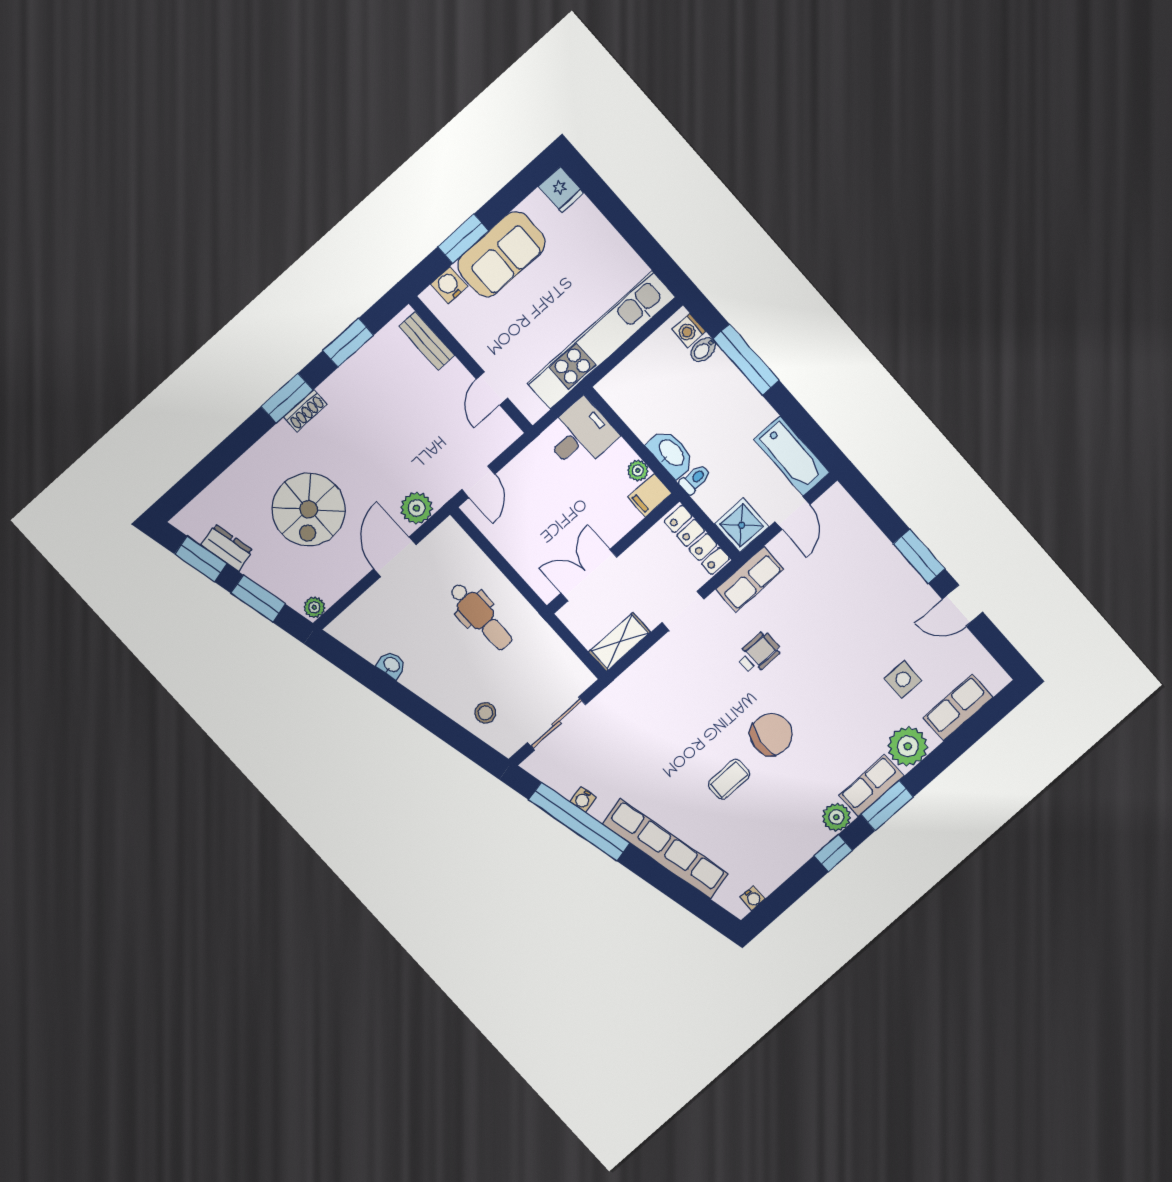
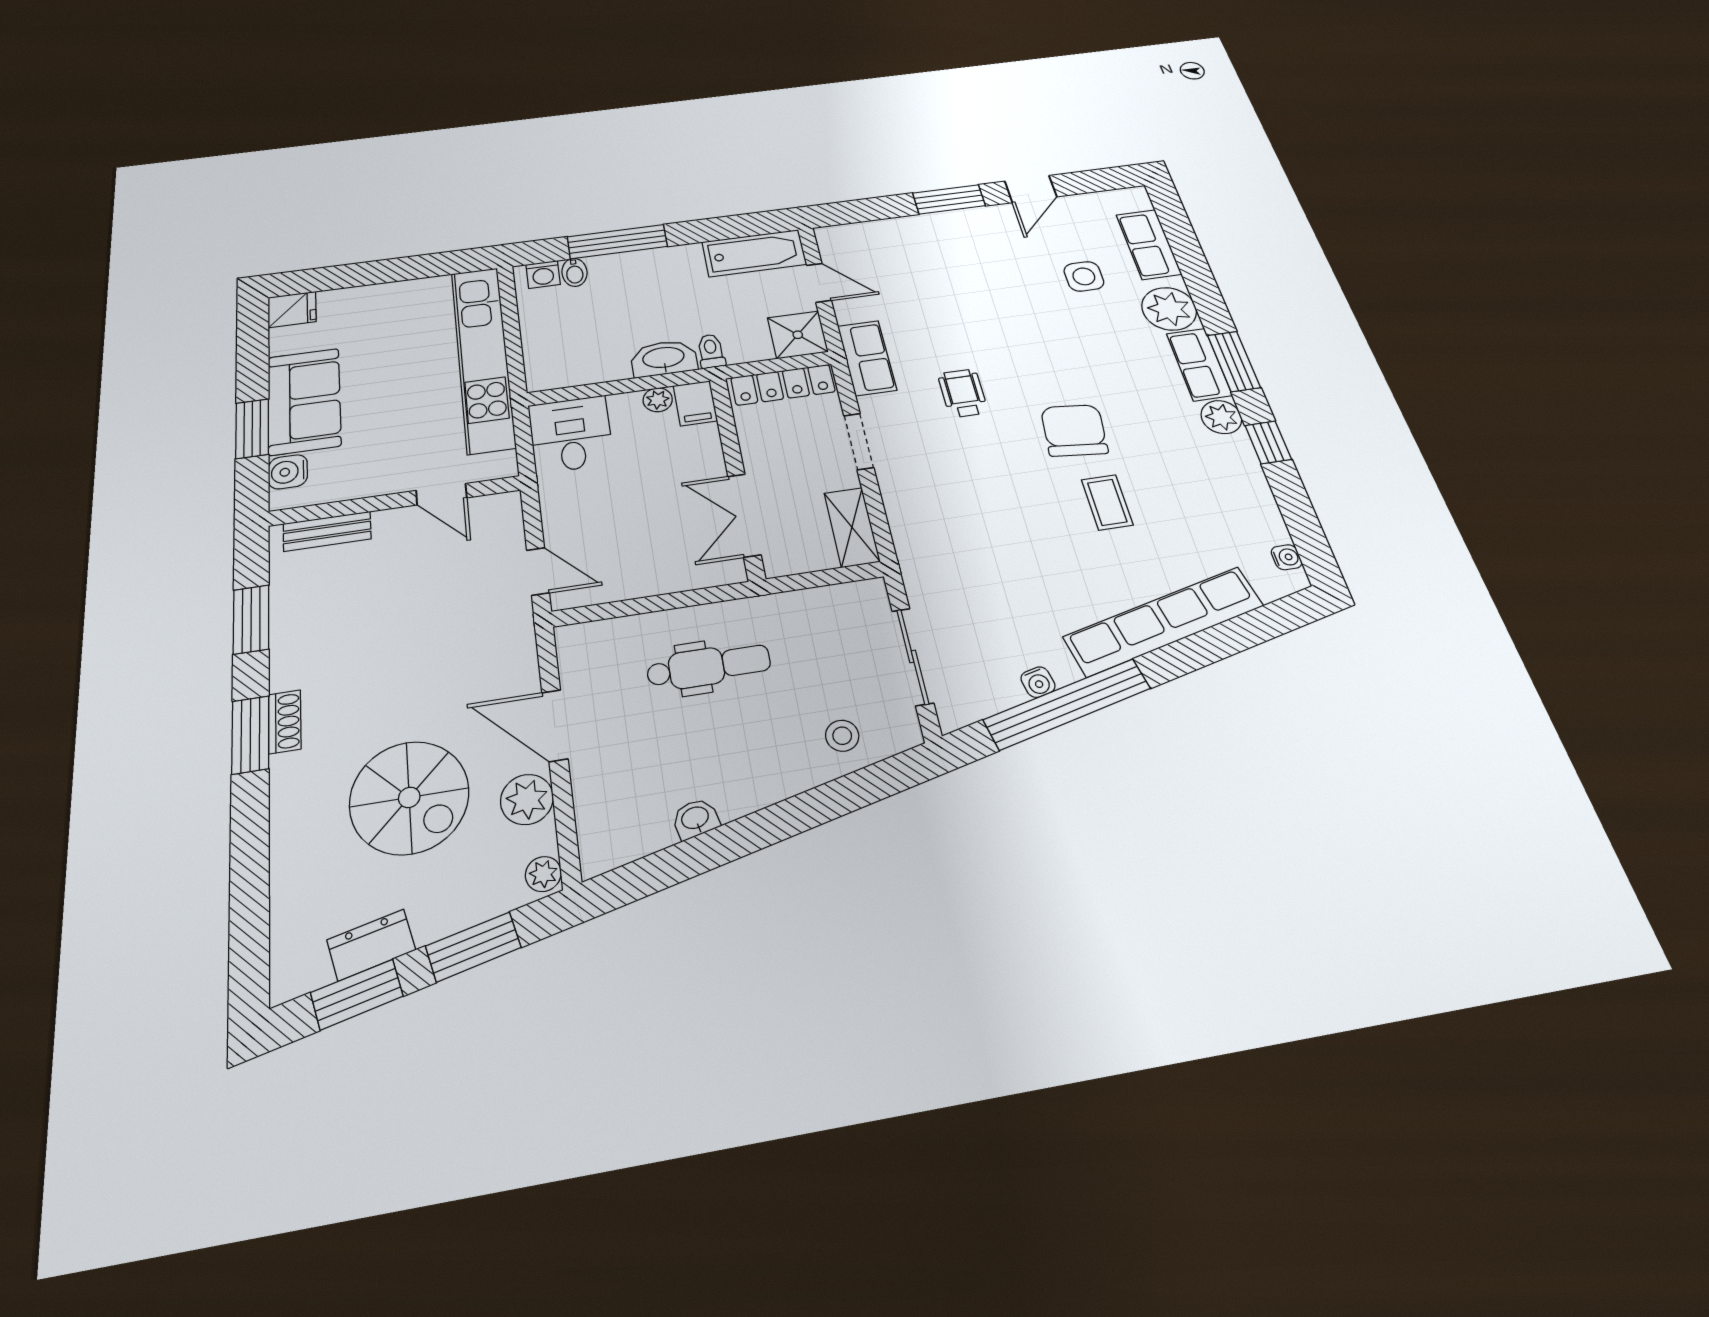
plant: (417, 508) -> (527, 799), moved

